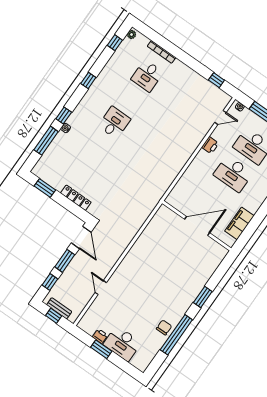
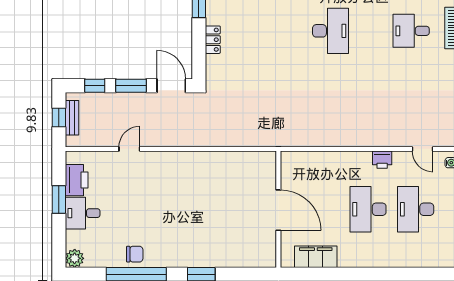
desk: (114, 123) -> (331, 31), width x1.37
locker: (76, 198) -> (213, 40), width x0.66
door: (81, 237) -> (171, 86), swing flipped
printer: (100, 336) -> (77, 180), width x1.87, depth x1.48
desk: (122, 343) -> (83, 213), width x0.73
plant: (142, 364) -> (75, 258), added

